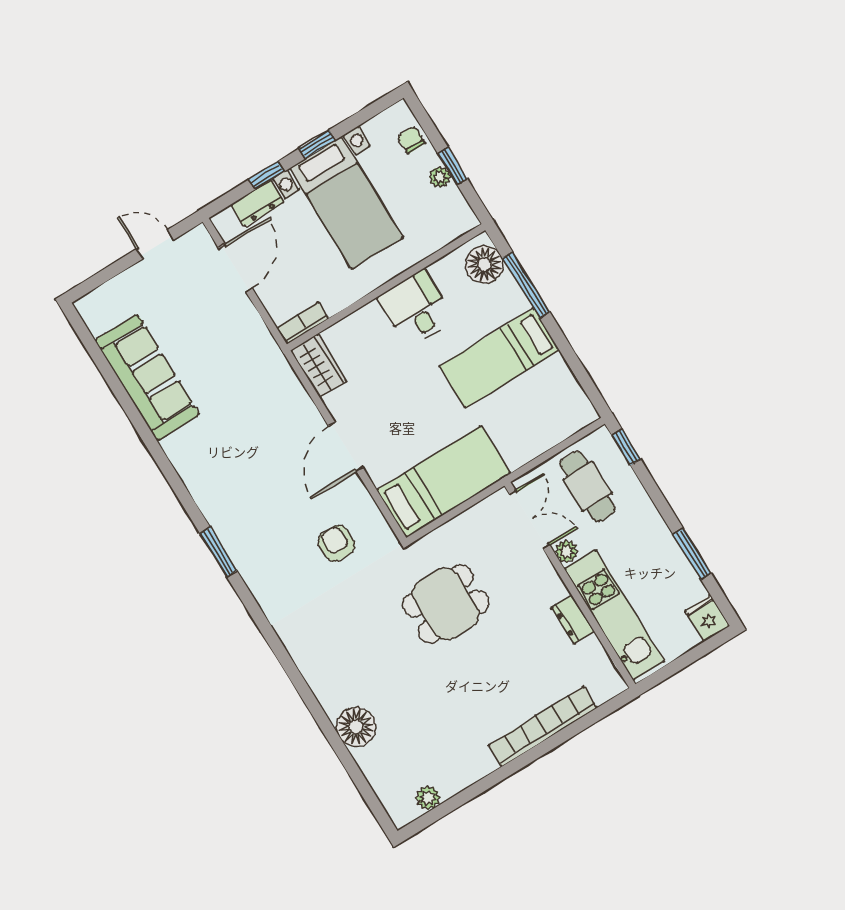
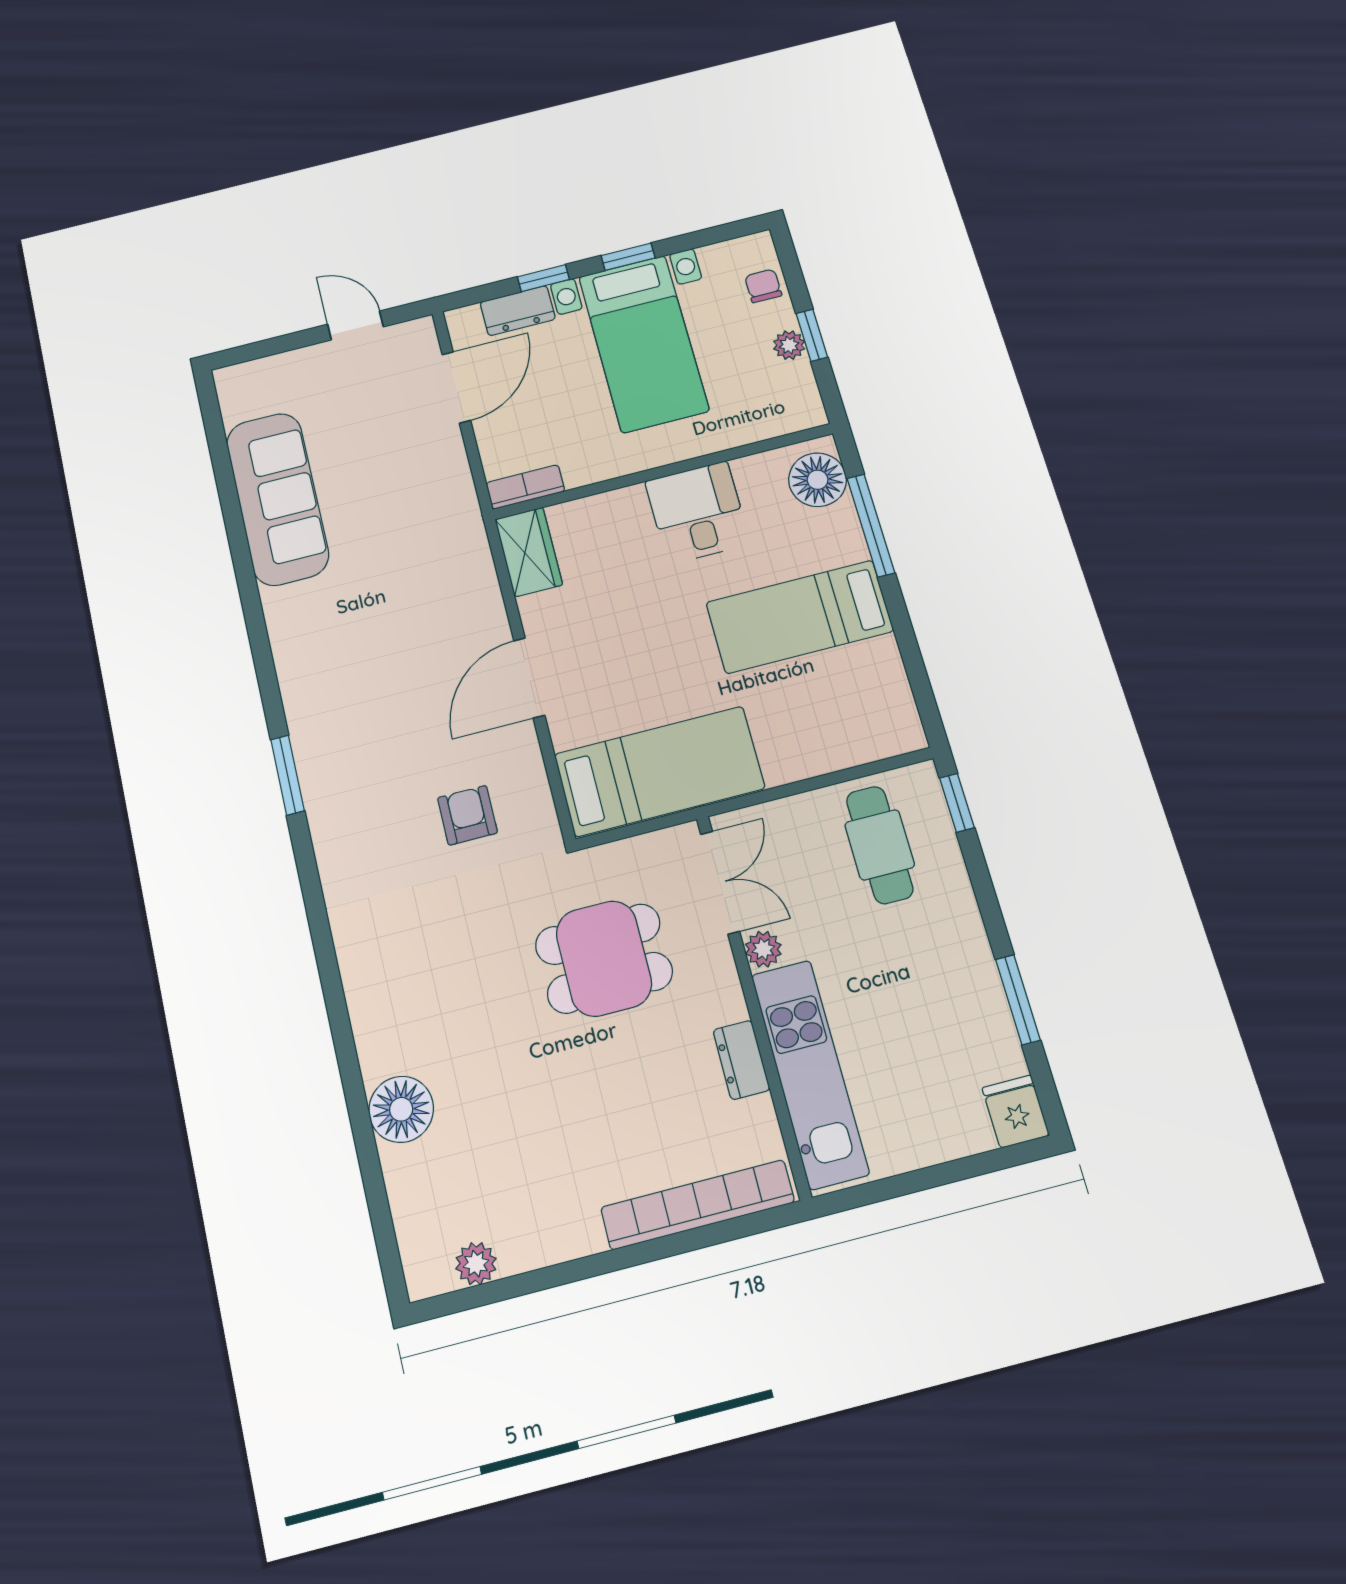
double door: (530, 520) -> (720, 882), moved
plant: (567, 551) -> (763, 949), moved
wall: (570, 585) -> (753, 1003), moved
kitchen unit: (614, 615) -> (810, 1074), moved
dresser: (573, 619) -> (741, 1060), moved

